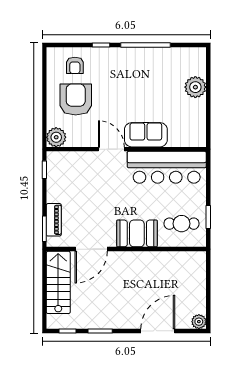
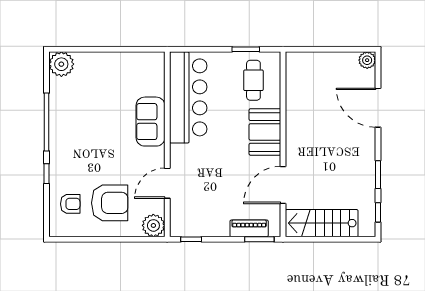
plant: (195, 87) -> (61, 64), moved
armchair: (76, 99) -> (110, 203), turned 180
door: (111, 149) -> (167, 183), moved
door: (91, 249) -> (283, 185), swing flipped

